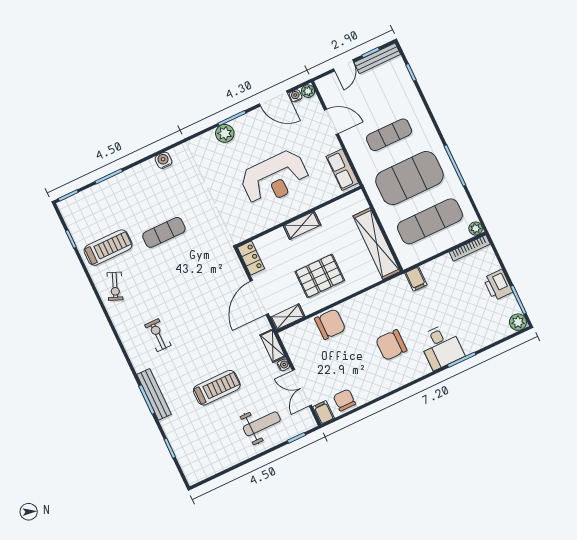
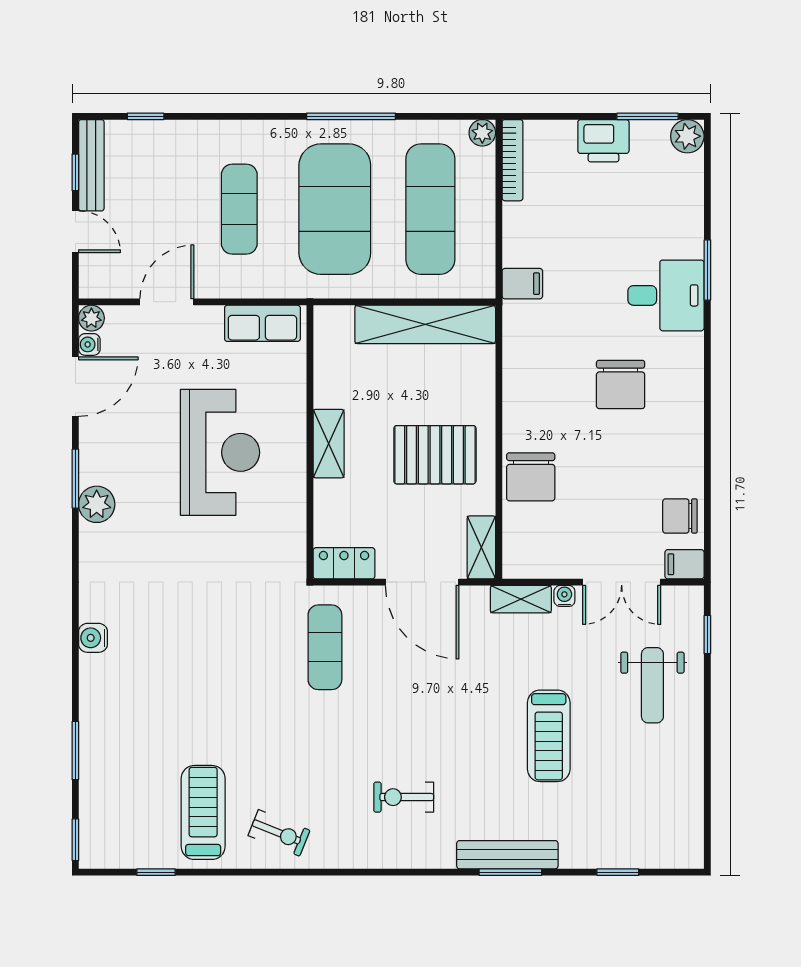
exercise mat: (164, 232) -> (325, 647), moved
pallet: (320, 276) -> (435, 455), turned 90
chair: (330, 324) -> (531, 477), turned 180
treadmill: (217, 388) -> (549, 736), turned 180
weight bench: (262, 424) -> (652, 685), turned 180

